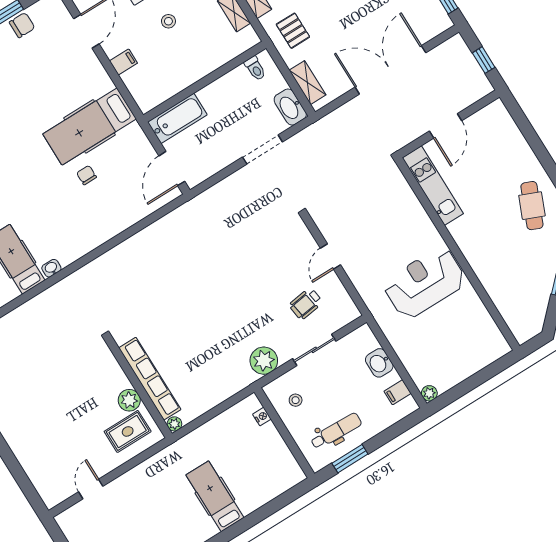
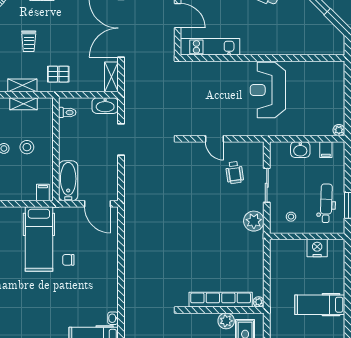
stool: (187, 47) -> (27, 147), added
filing cabinet: (123, 62) -> (43, 193), moved
shelving: (307, 83) -> (111, 77), moved, turned 90
nightstand: (262, 417) -> (317, 248), moved, width x1.89, depth x1.79

